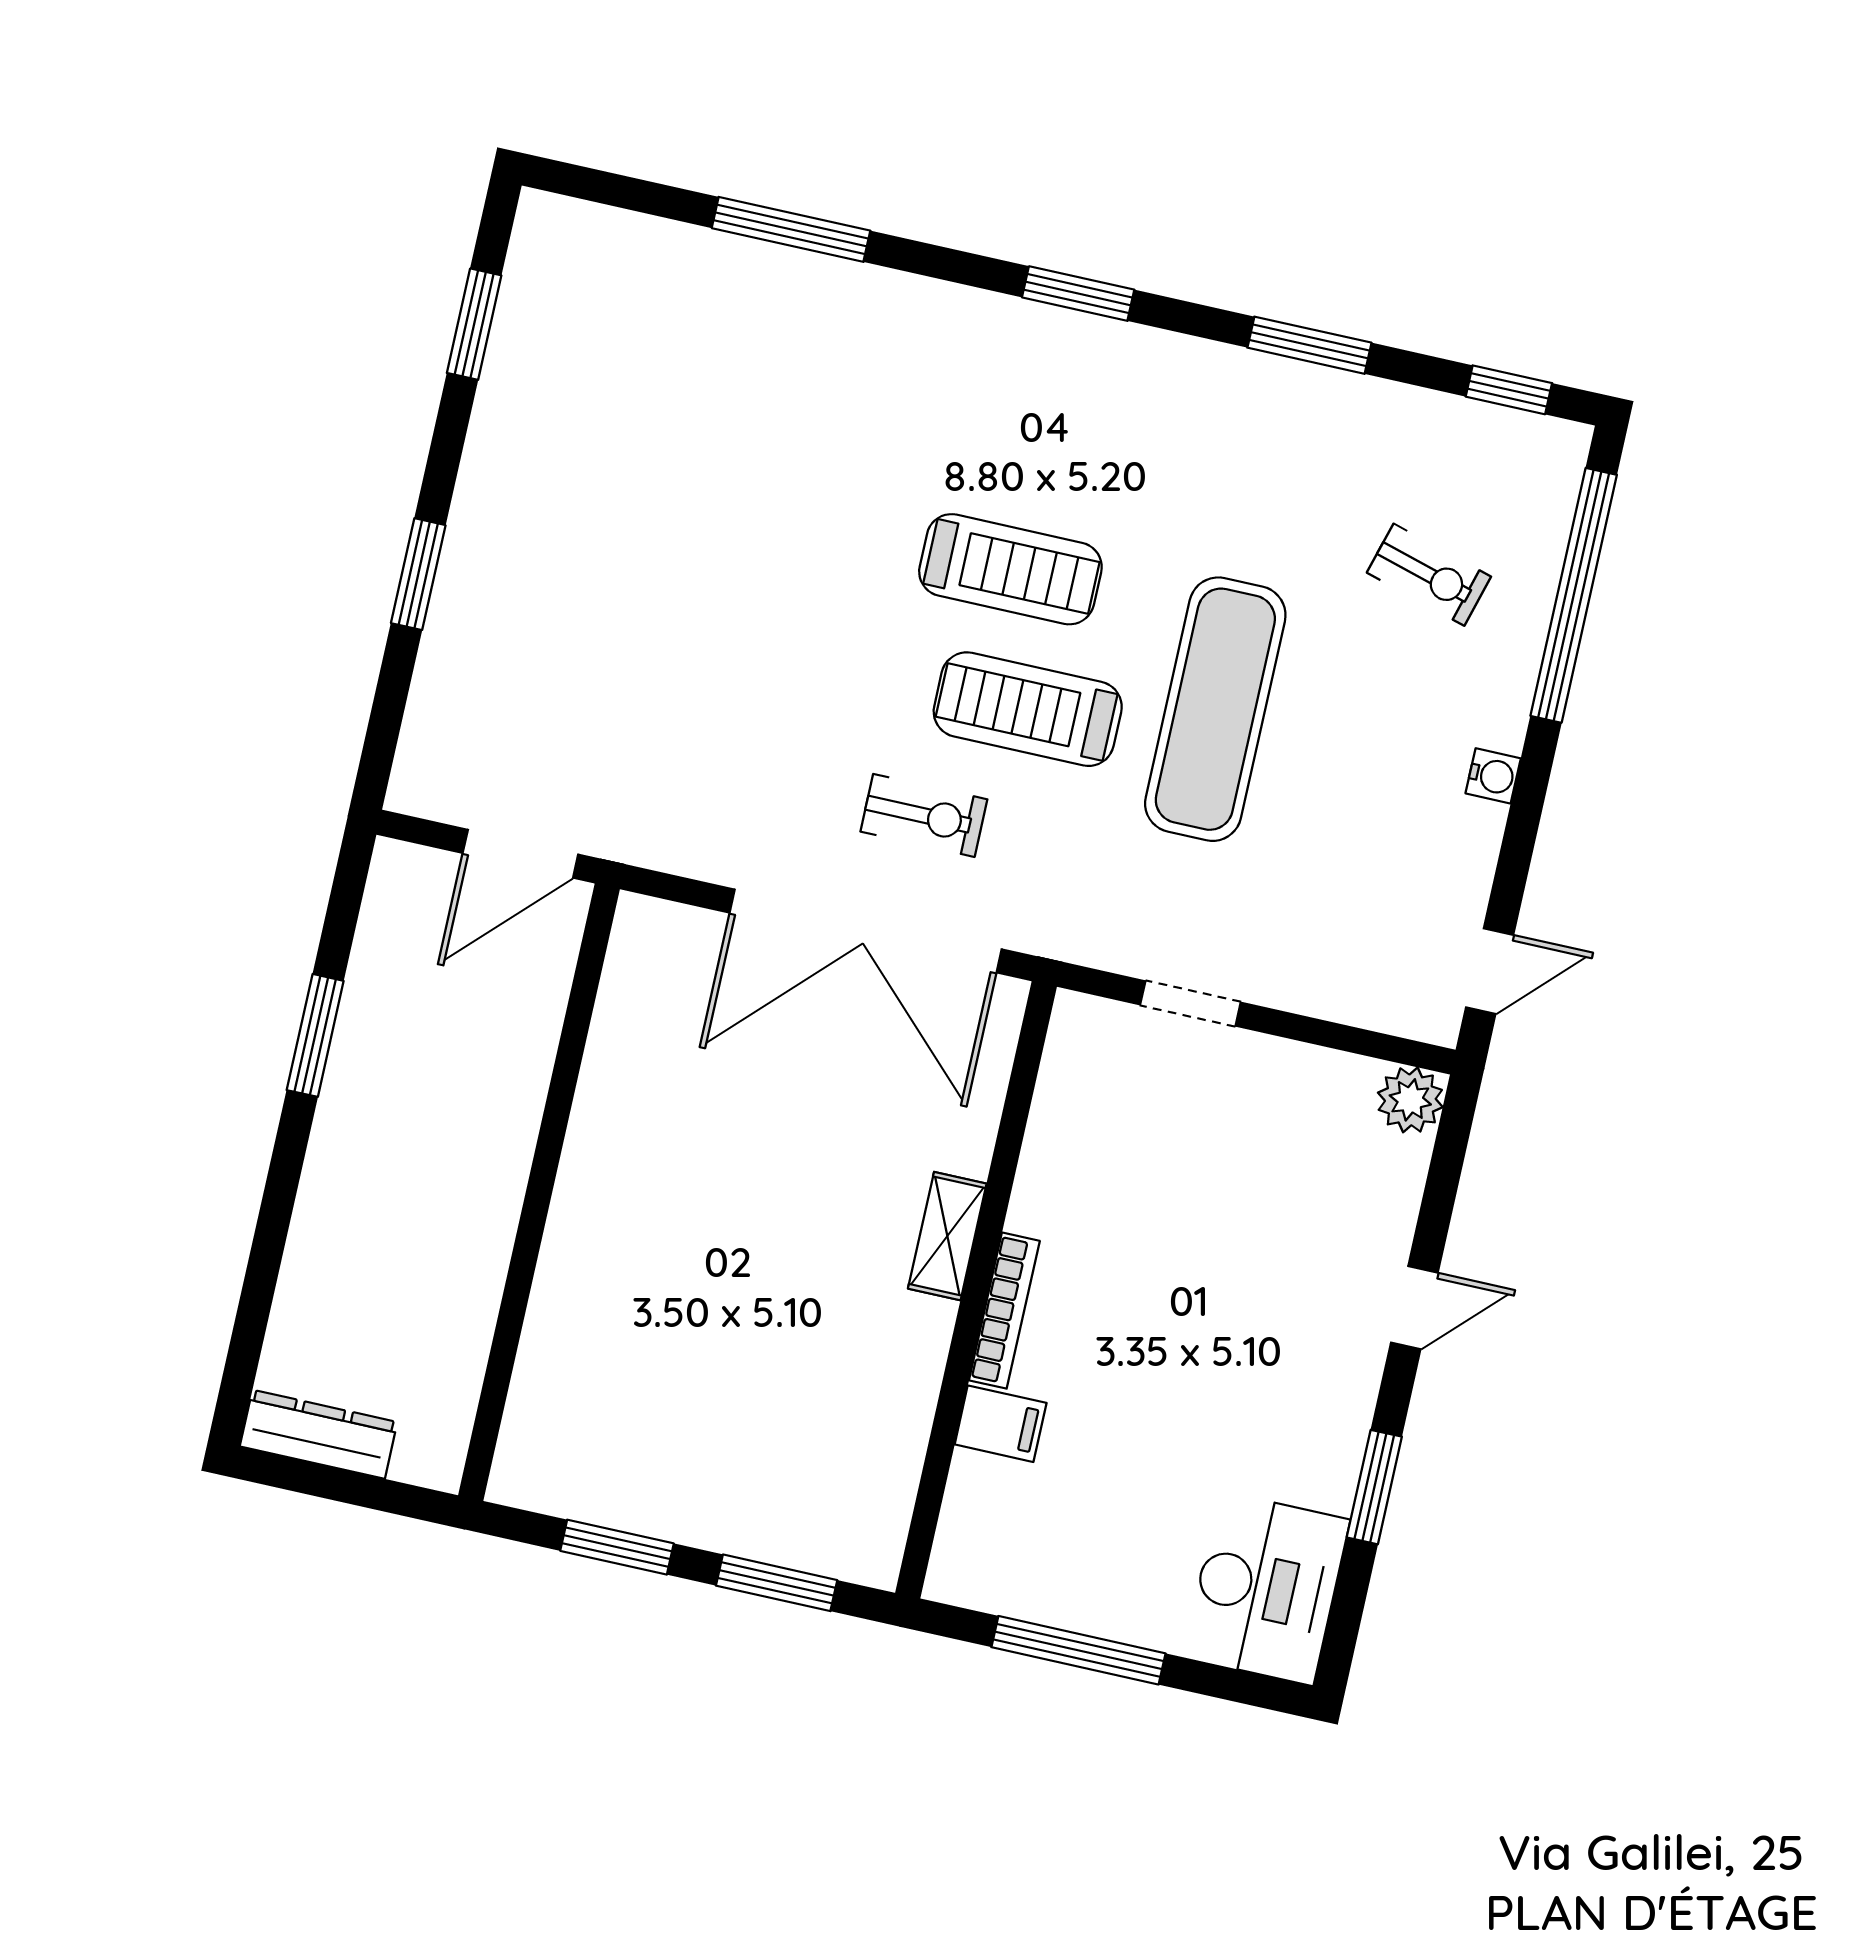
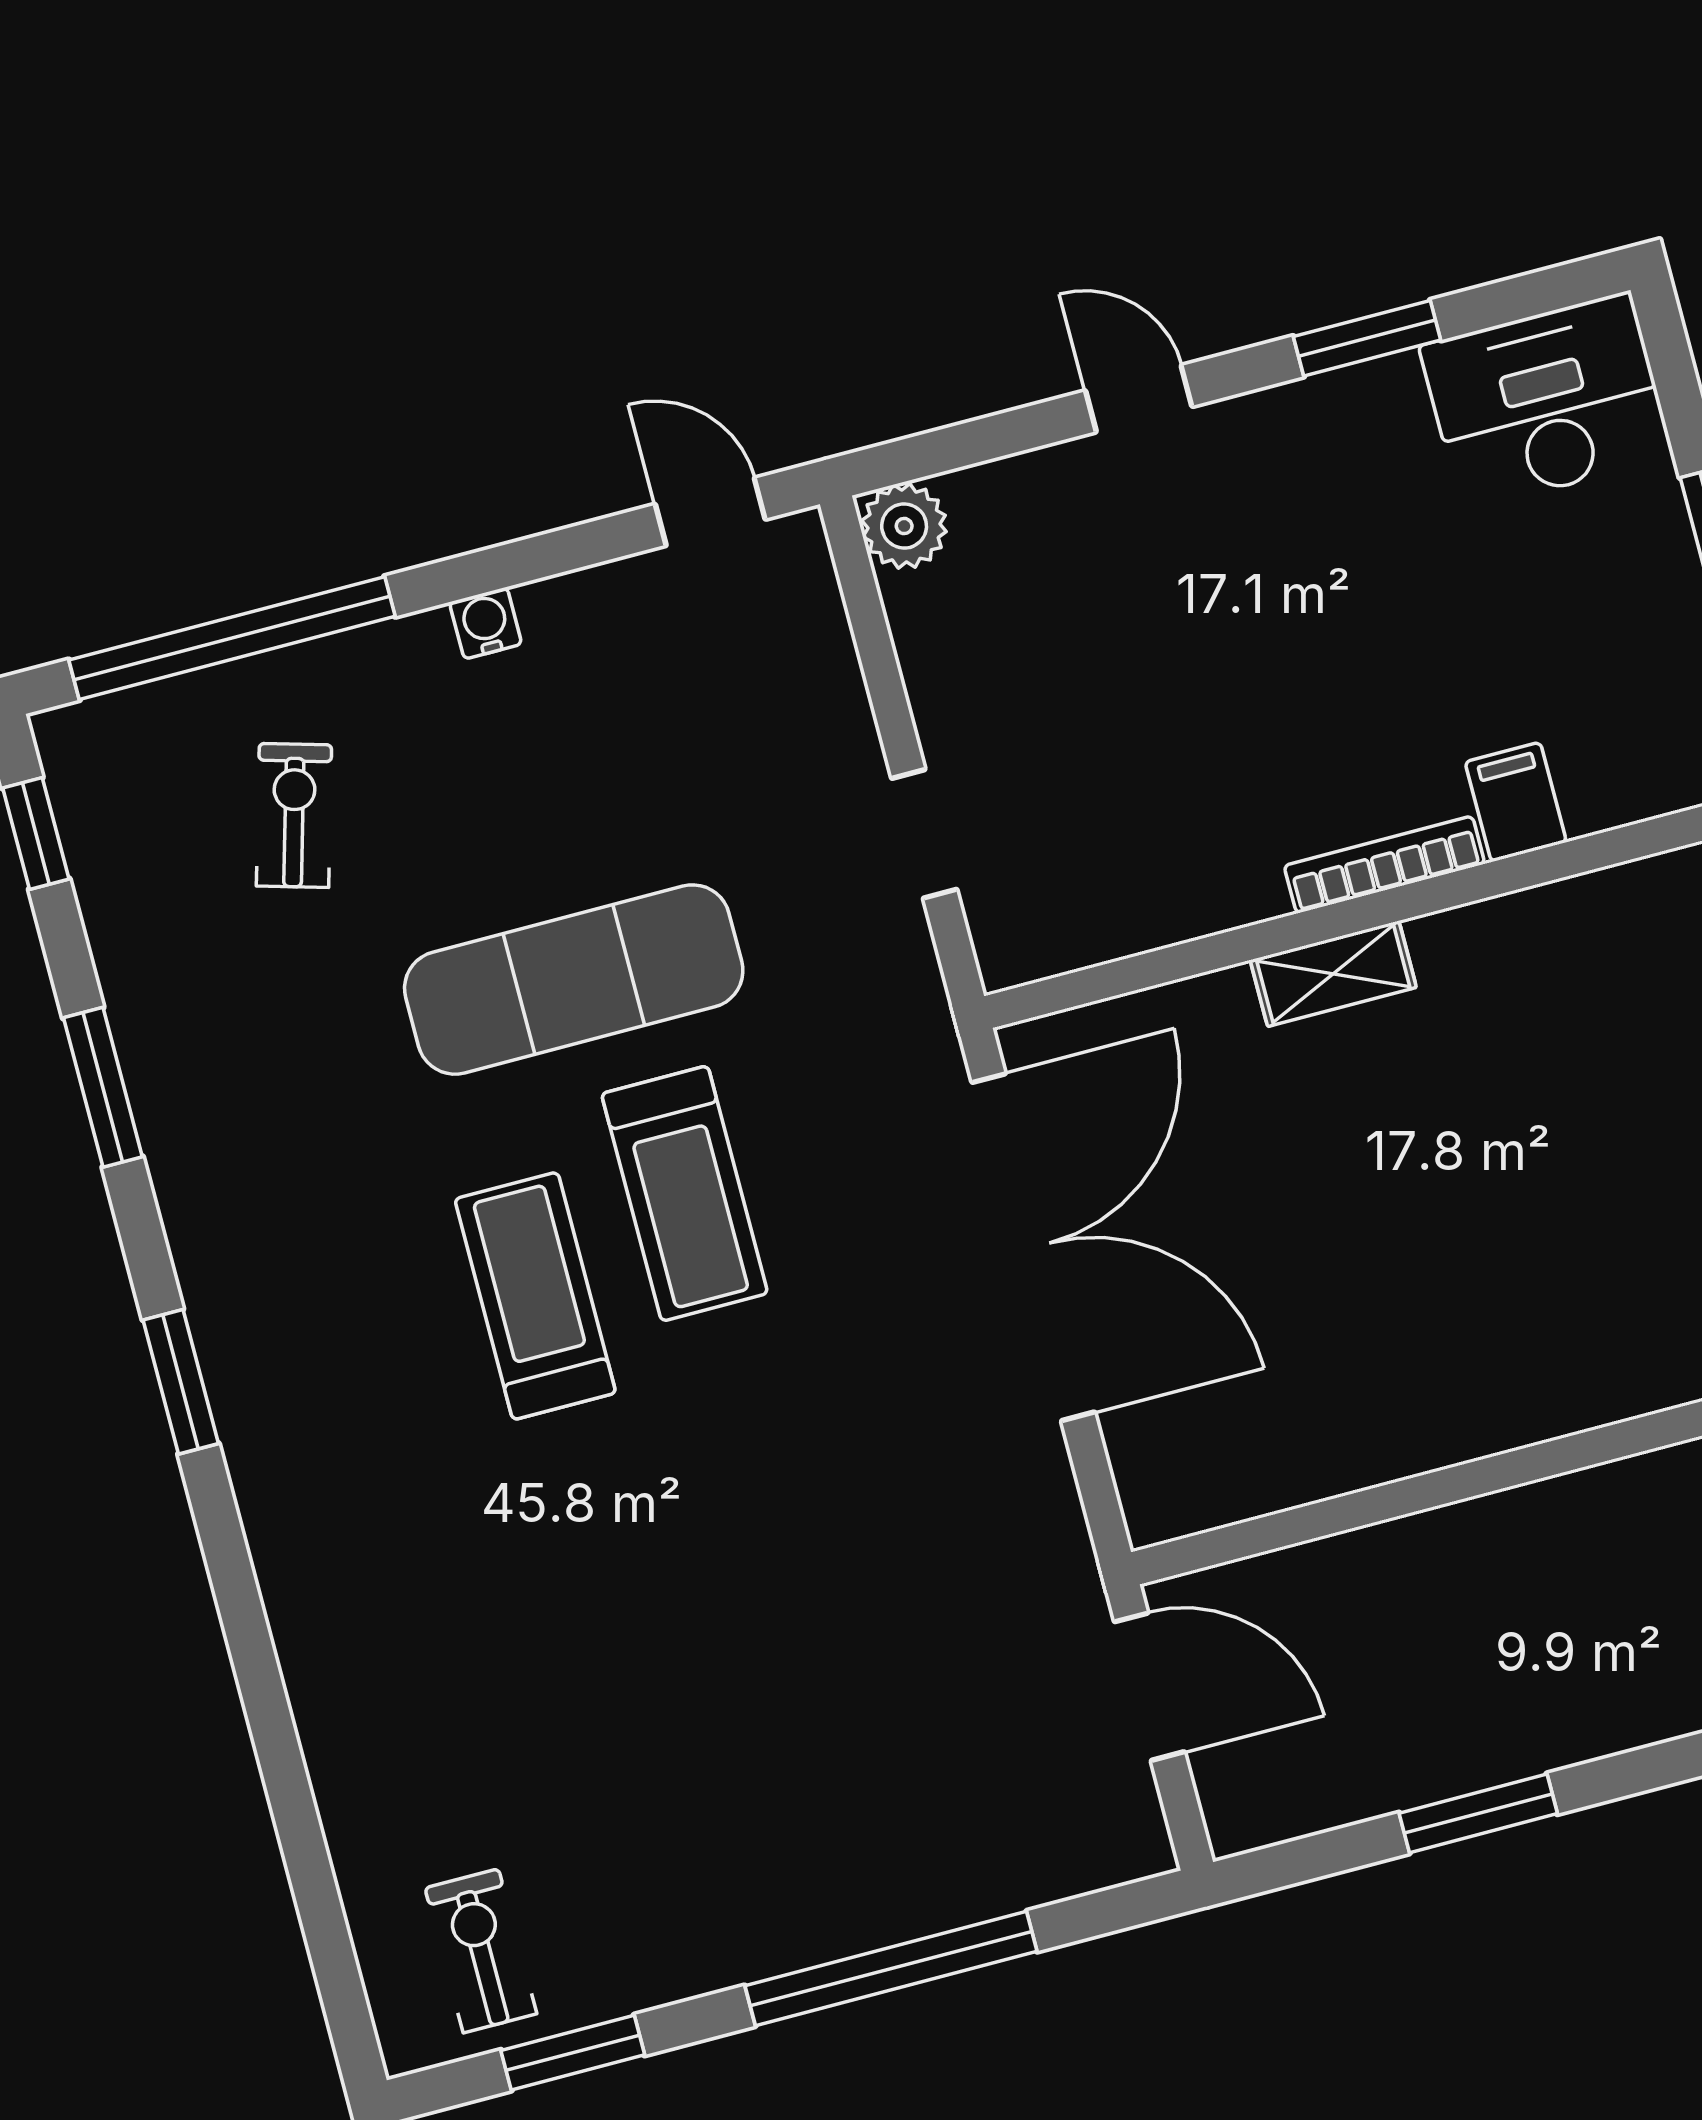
window: (791, 229) -> (277, 1747), removed
window: (418, 574) -> (891, 1969), width x2.11
exercise bike: (924, 815) -> (481, 1951), moved

